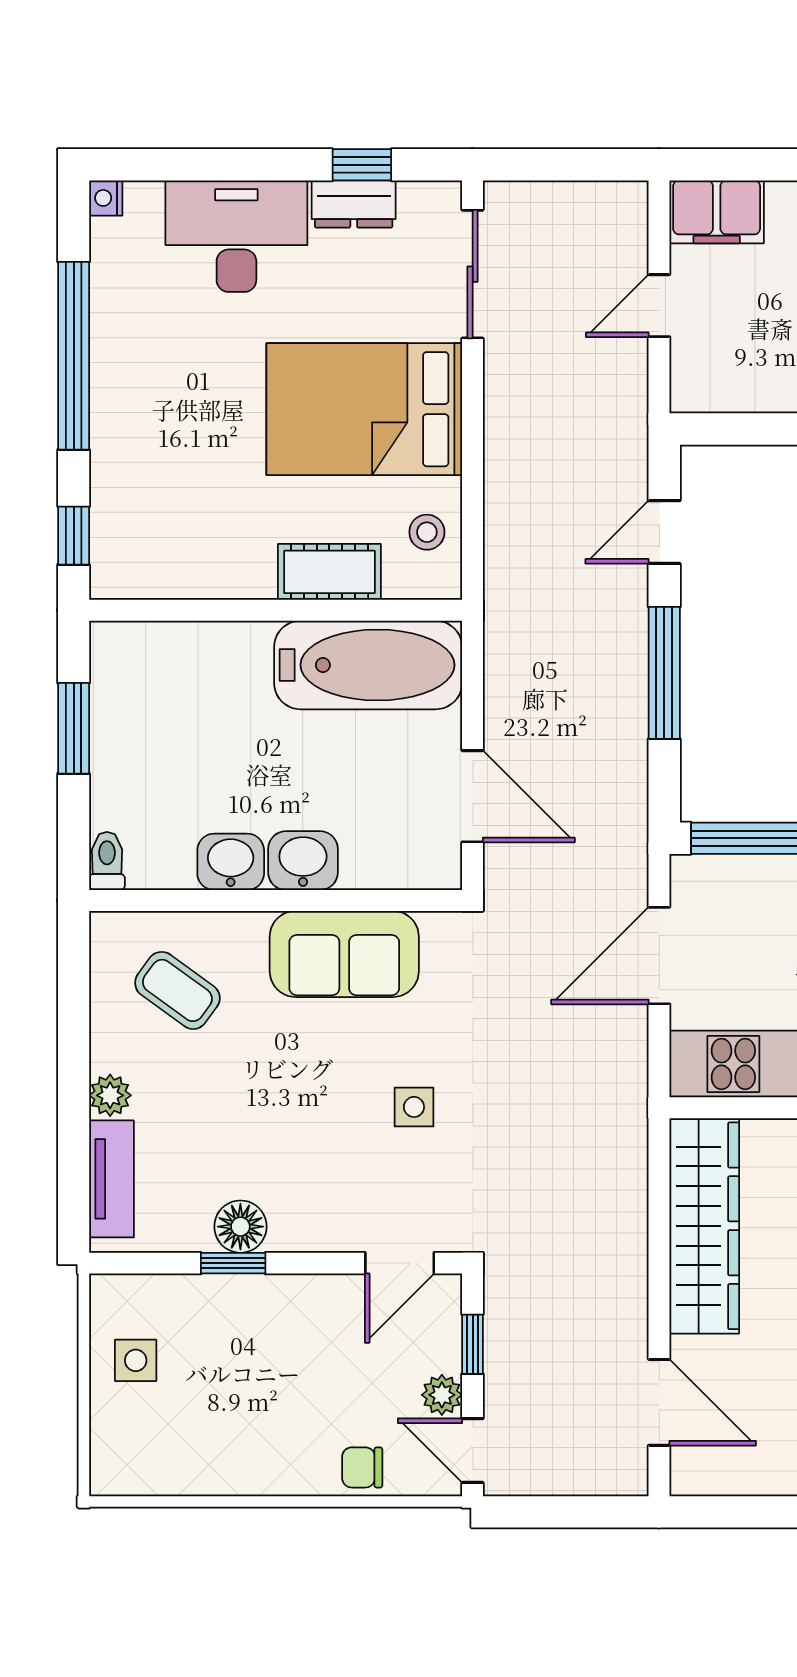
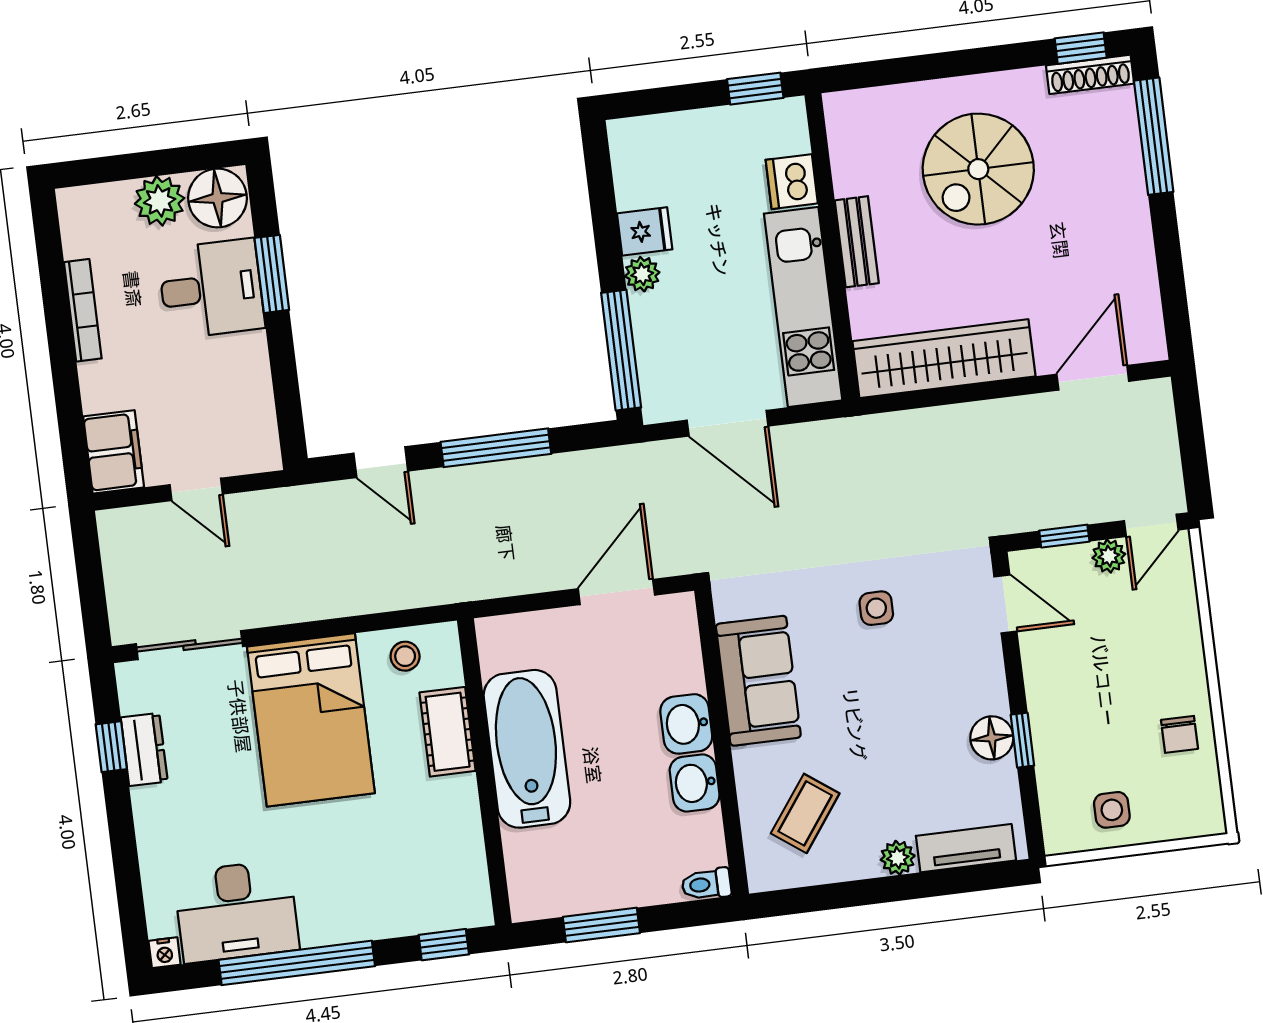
desk: (236, 236) -> (236, 911), moved, turned -90
bathtub: (368, 665) -> (527, 749), moved
chair: (362, 1467) -> (1180, 734), moved

